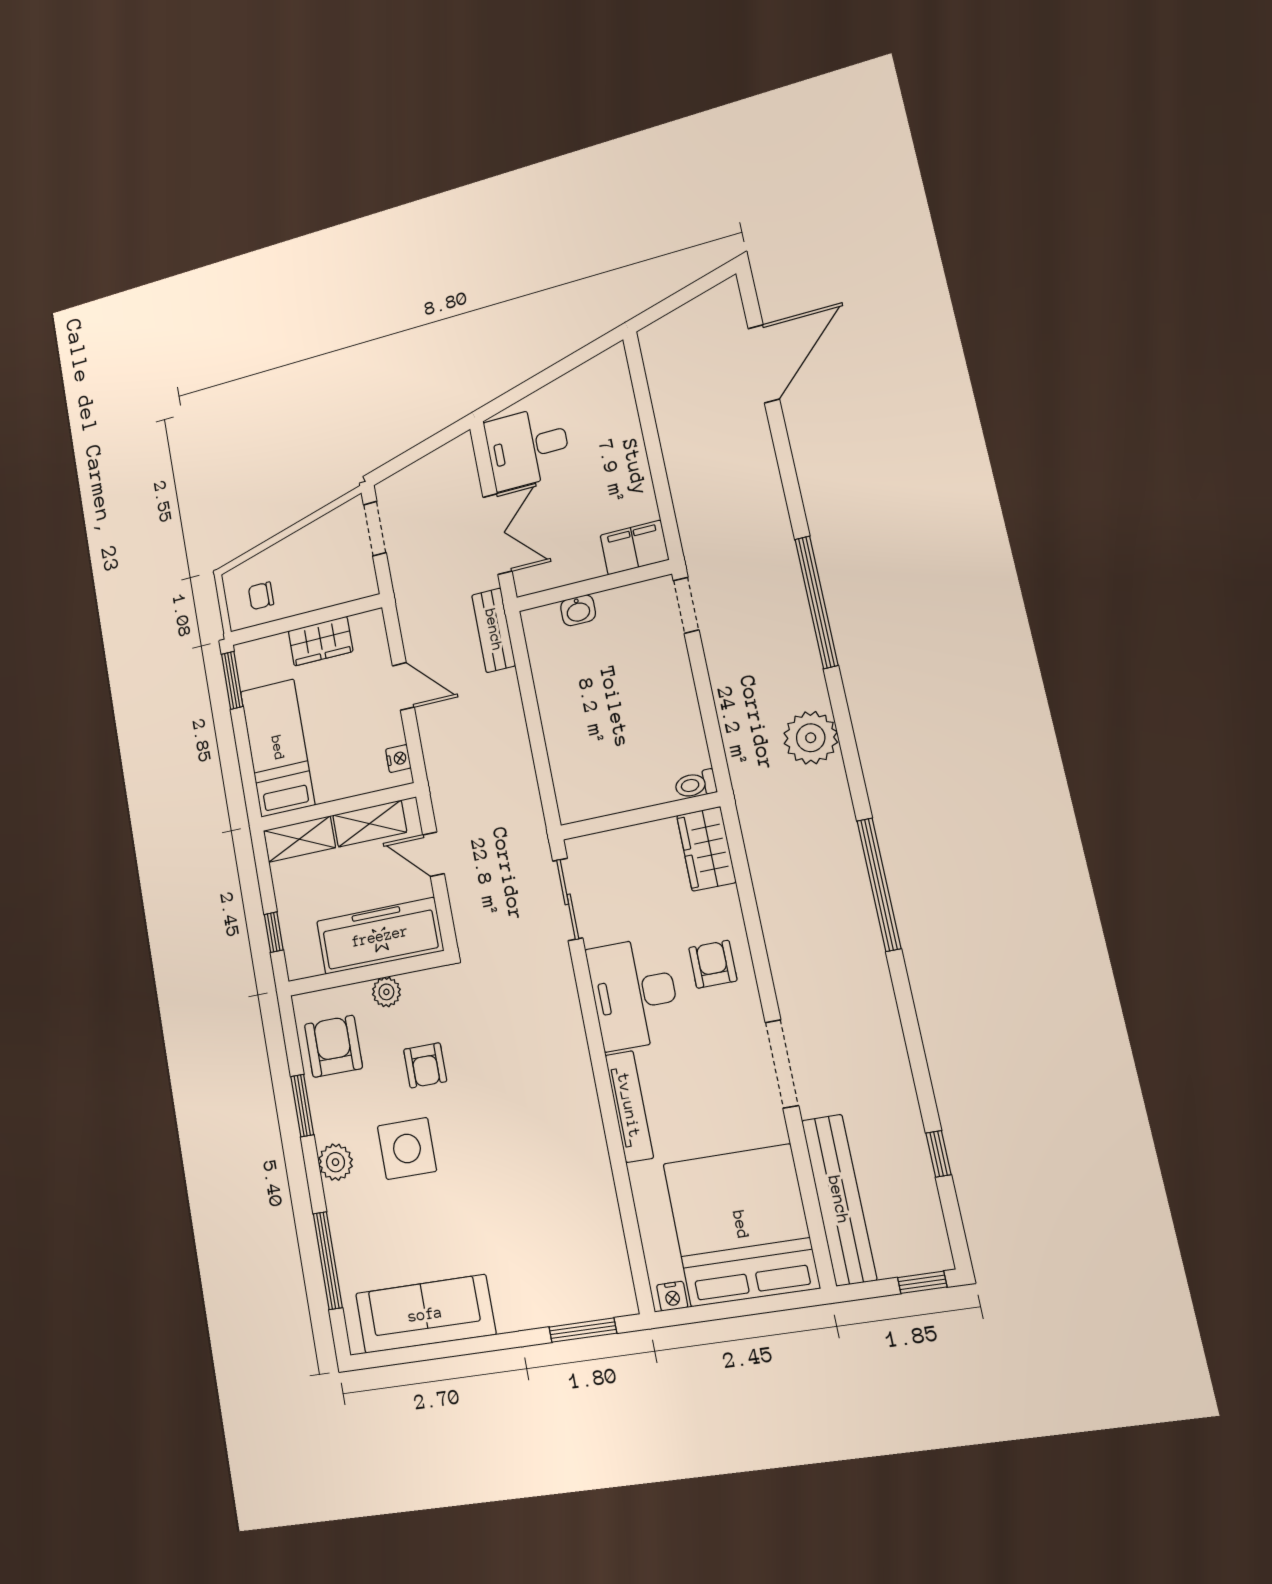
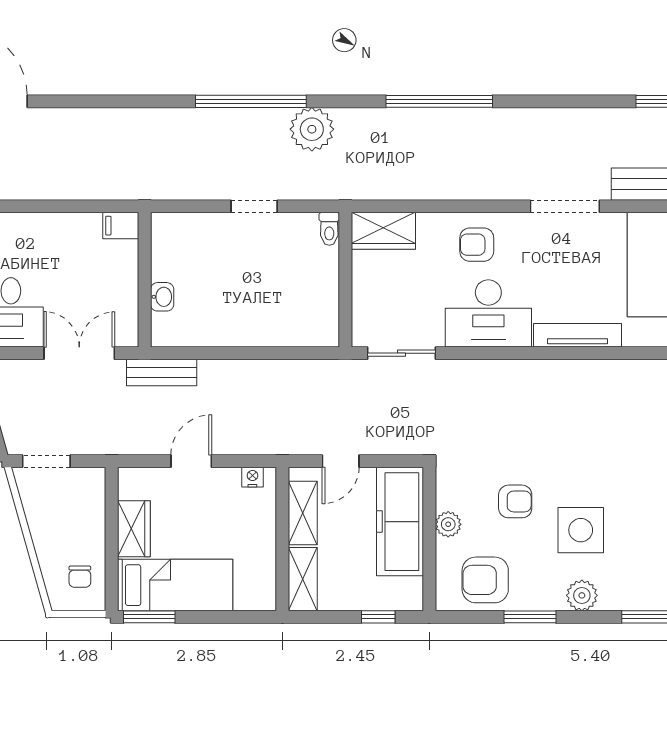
filing cabinet: (634, 547) -> (121, 226), width x0.50
window: (817, 602) -> (251, 101), moved
doorway: (686, 605) -> (254, 206), moved
bed: (278, 748) -> (175, 585), moved, turned 180

